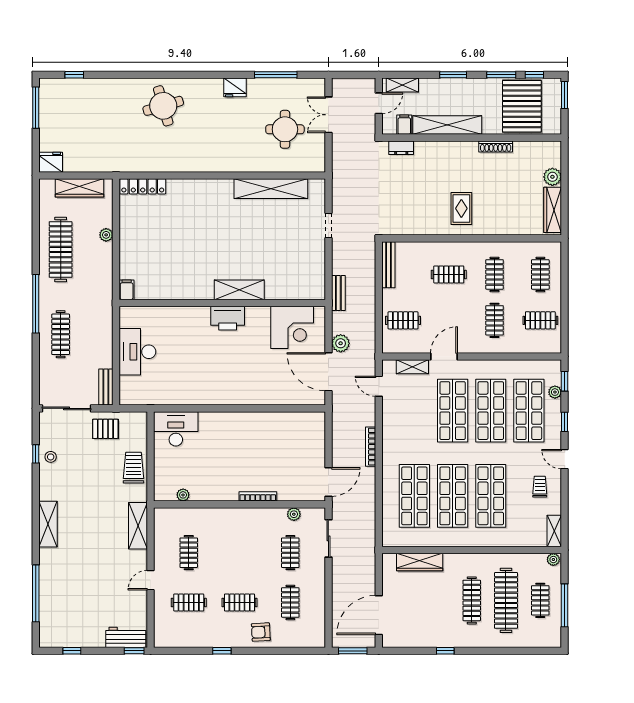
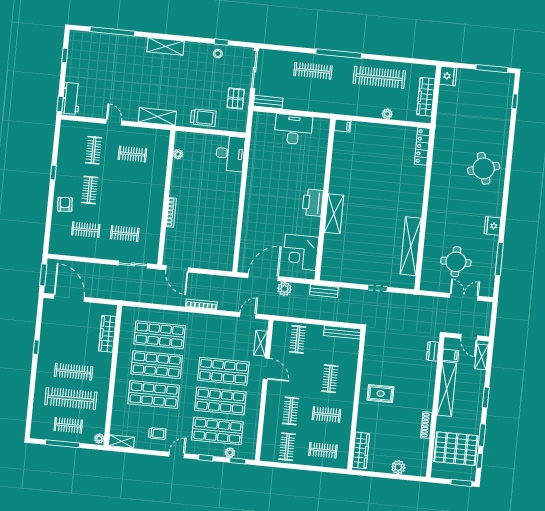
wardrobe: (553, 210) -> (361, 450), moved, turned 90
clothes rail: (495, 320) -> (291, 411), turned 90
plant: (294, 514) -> (154, 239), removed

